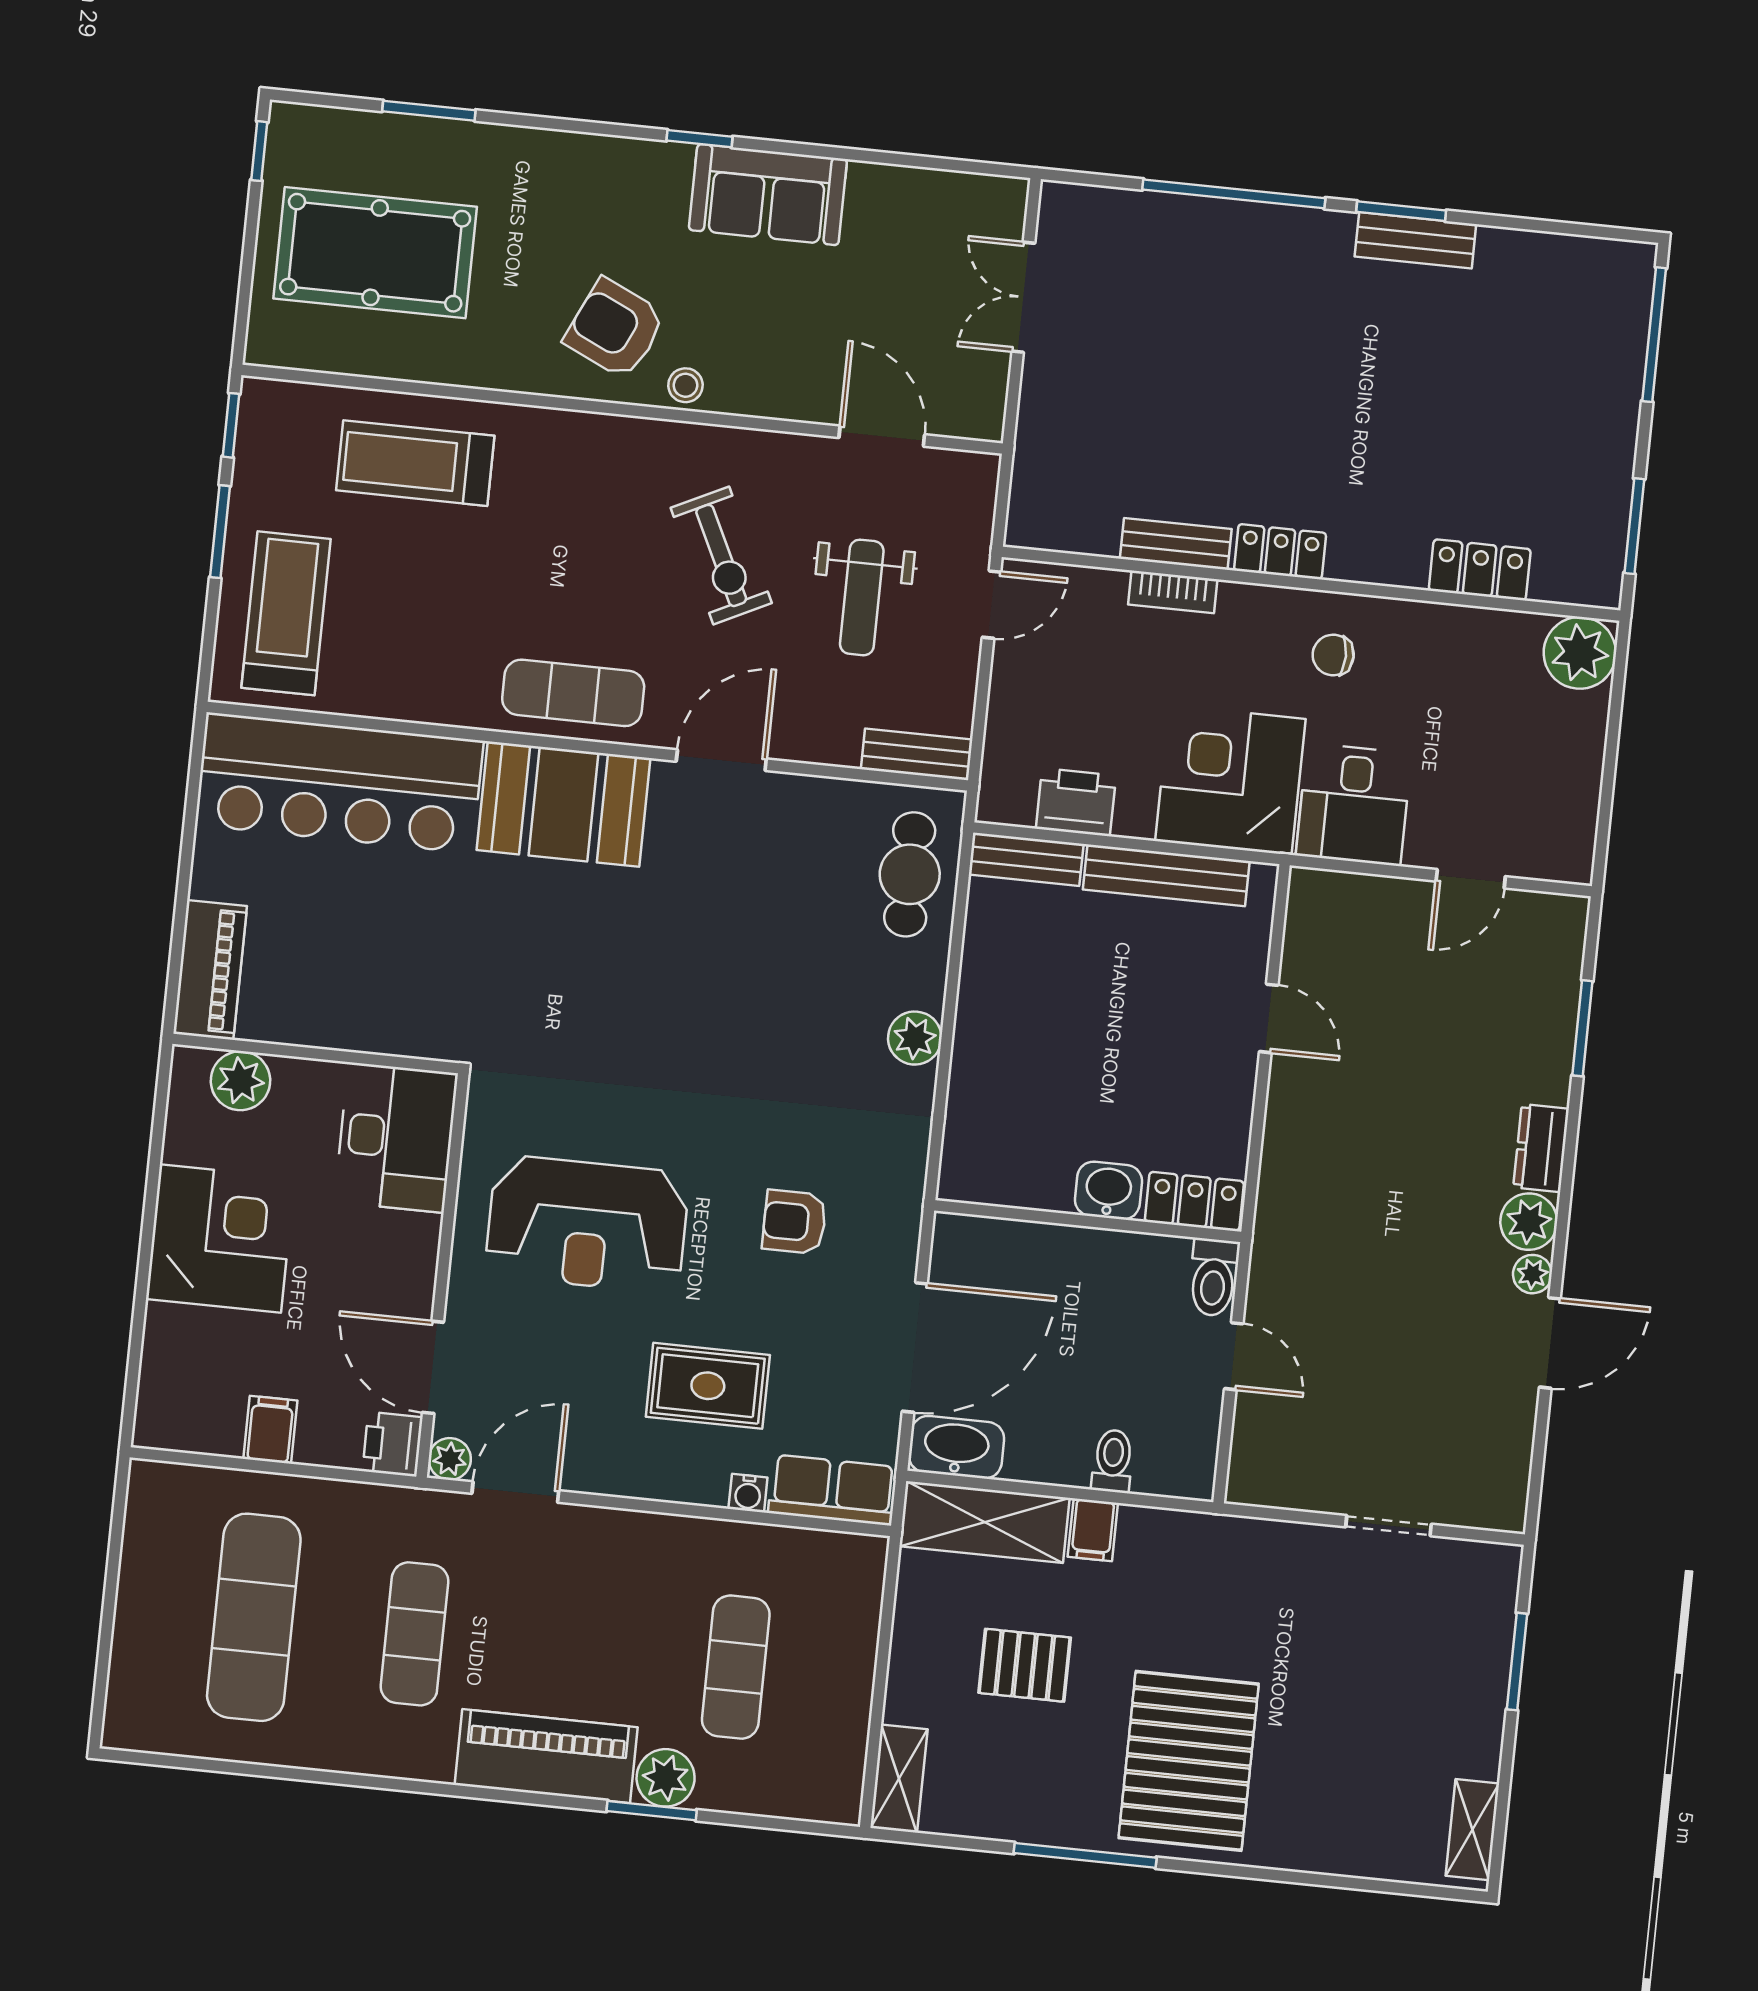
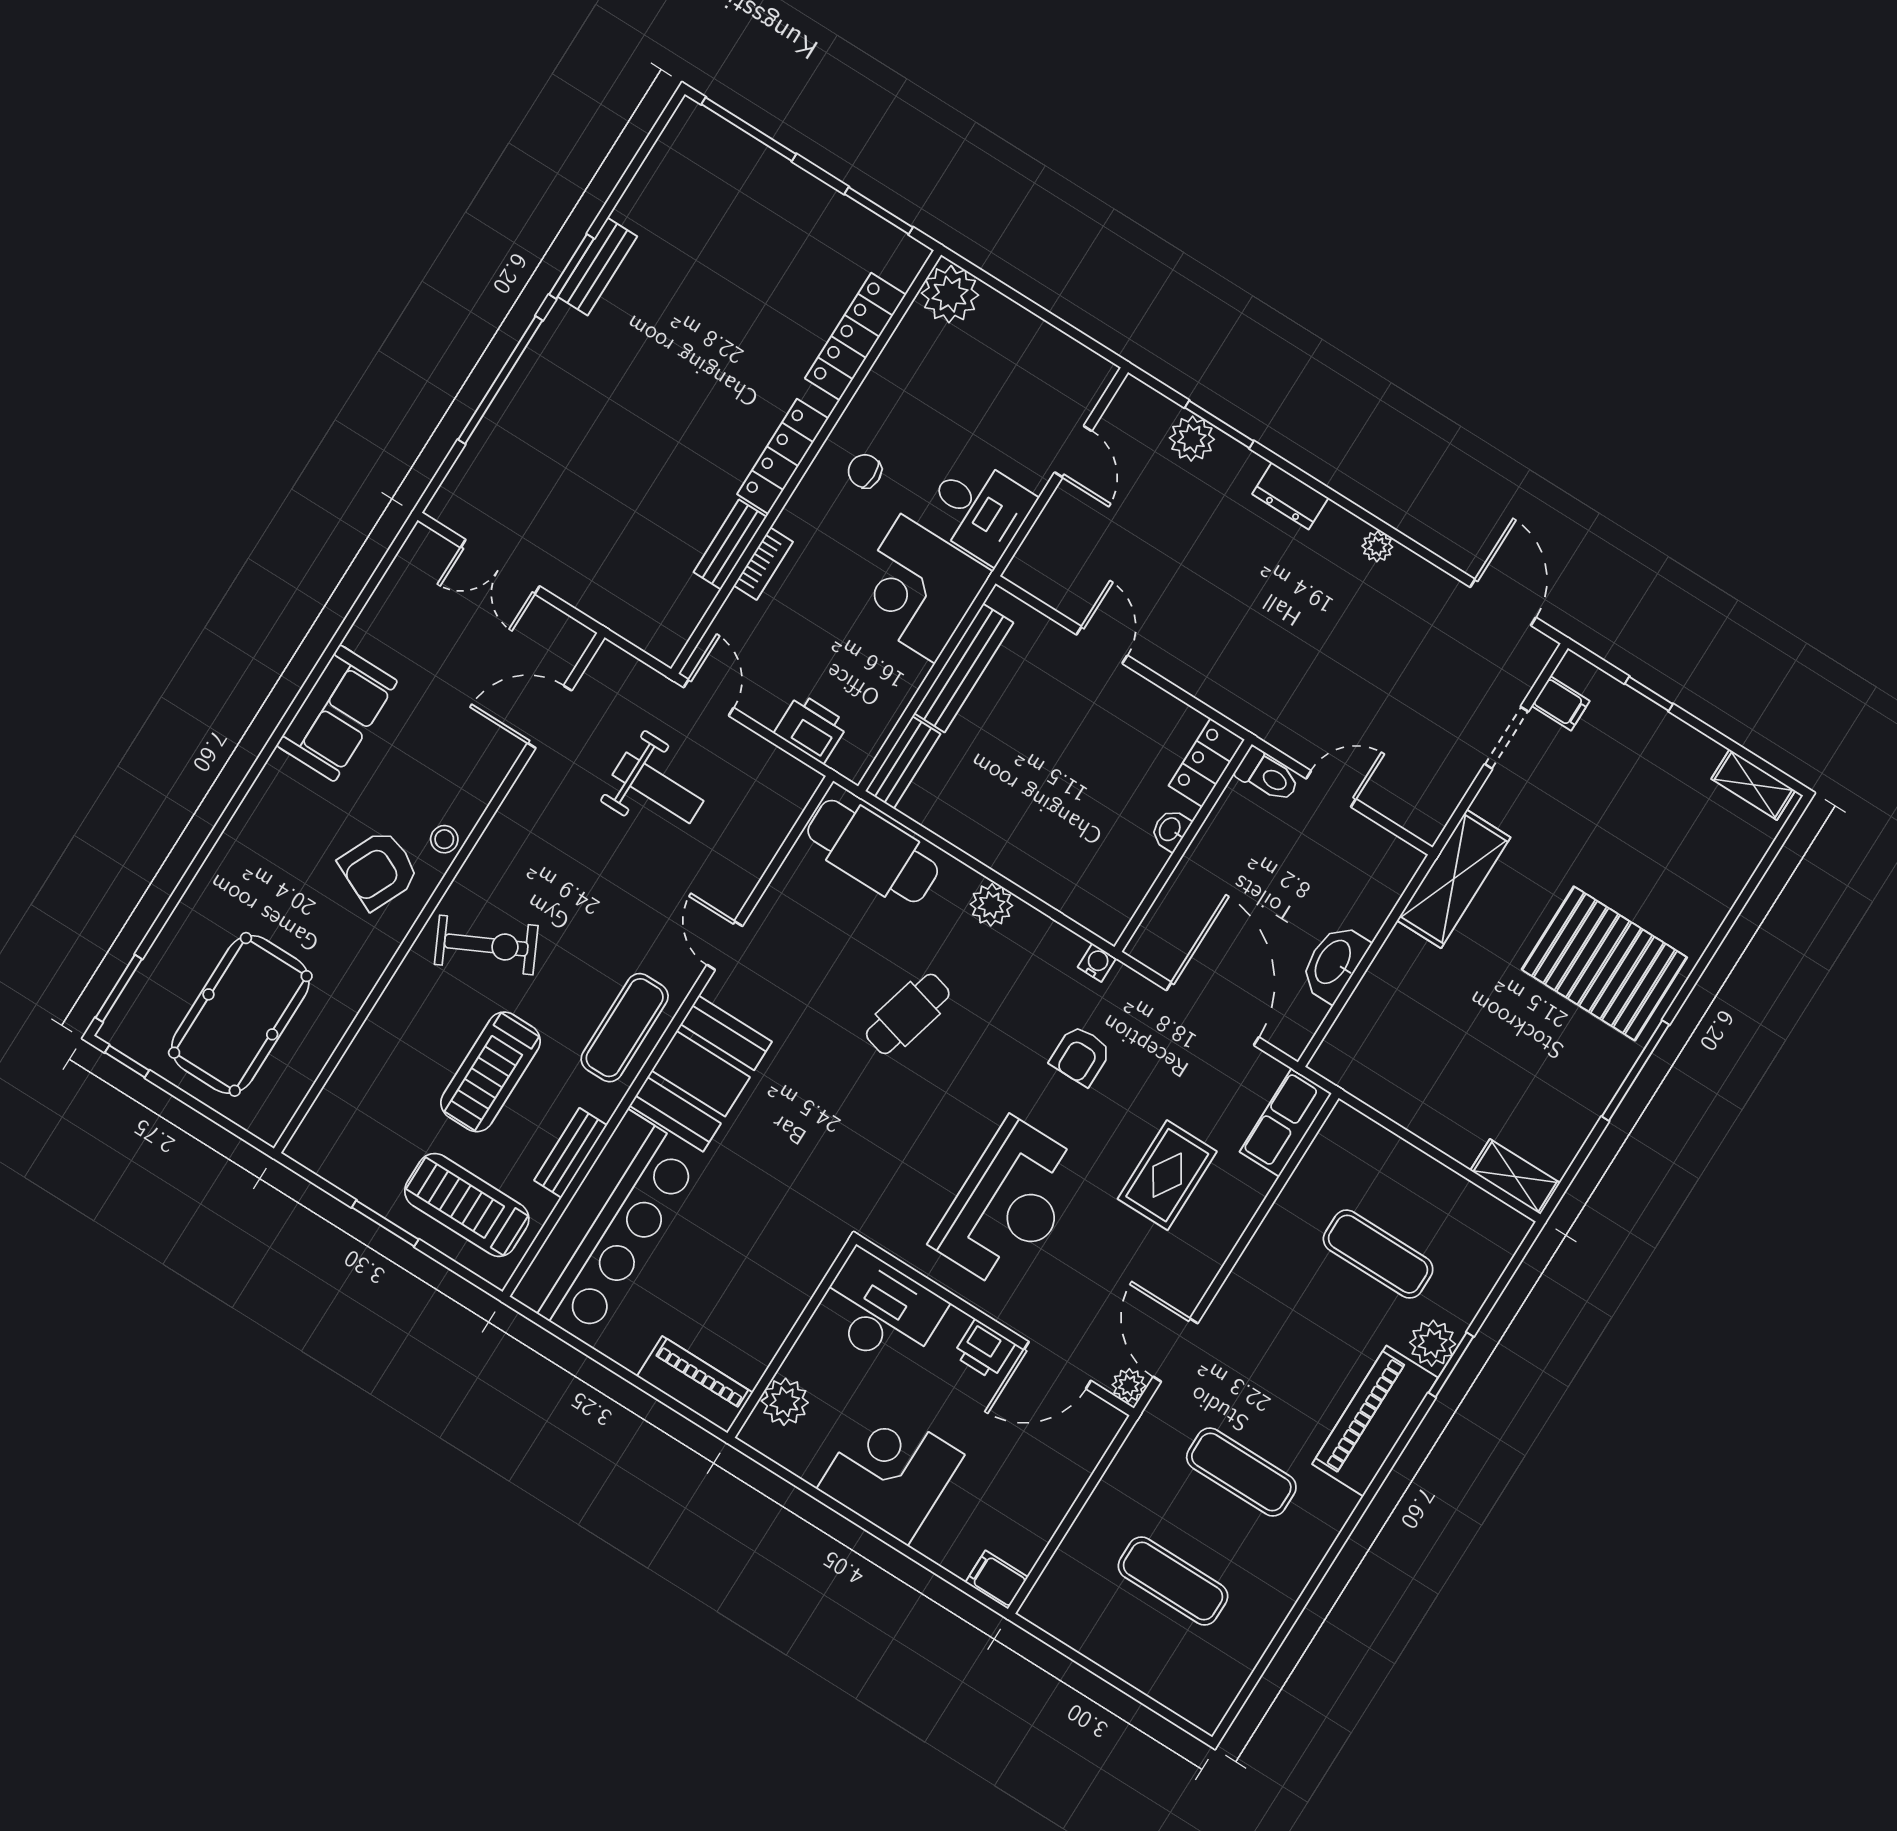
window: (429, 111) -> (119, 988), moved
window: (699, 139) -> (273, 742), removed
window: (231, 425) -> (313, 1178), removed
treadmill: (415, 463) -> (491, 1072), moved
locker: (1280, 552) -> (783, 456), width x1.53
exercise bike: (721, 555) -> (486, 945), moved
locker: (1480, 570) -> (855, 337), width x1.53
chair: (1333, 655) -> (865, 471), turned 90
bench: (917, 754) -> (570, 1153), moved
door: (721, 760) -> (725, 945), width x0.73
printer: (1076, 802) -> (811, 728), moved, turned 90
cafe table: (910, 874) -> (873, 851), width x1.37, depth x1.35
cafe table: (746, 1004) -> (908, 1014), added
door: (1269, 1018) -> (1102, 645), hinge flipped
washbasin: (1108, 1190) -> (1170, 830), width x0.72, depth x0.69
plant: (1529, 1222) -> (1192, 439), moved
door: (1550, 1343) -> (1503, 602), moved
filing cabinet: (270, 1430) -> (997, 1580), moved
printer: (392, 1444) -> (984, 1349), moved
washbasin: (956, 1447) -> (1334, 963), moved
toilet: (1113, 1461) -> (1363, 912), removed
water cooler: (748, 1493) -> (1097, 963), moved, turned -90
shelving: (985, 1522) -> (1454, 879), moved
filing cabinet: (1093, 1530) -> (1561, 703), moved
exercise mat: (254, 1617) -> (1173, 1581), width x0.73, depth x0.69
window: (1517, 1662) -> (1649, 694), width x0.67
pallet: (1025, 1665) -> (1478, 1047), removed

